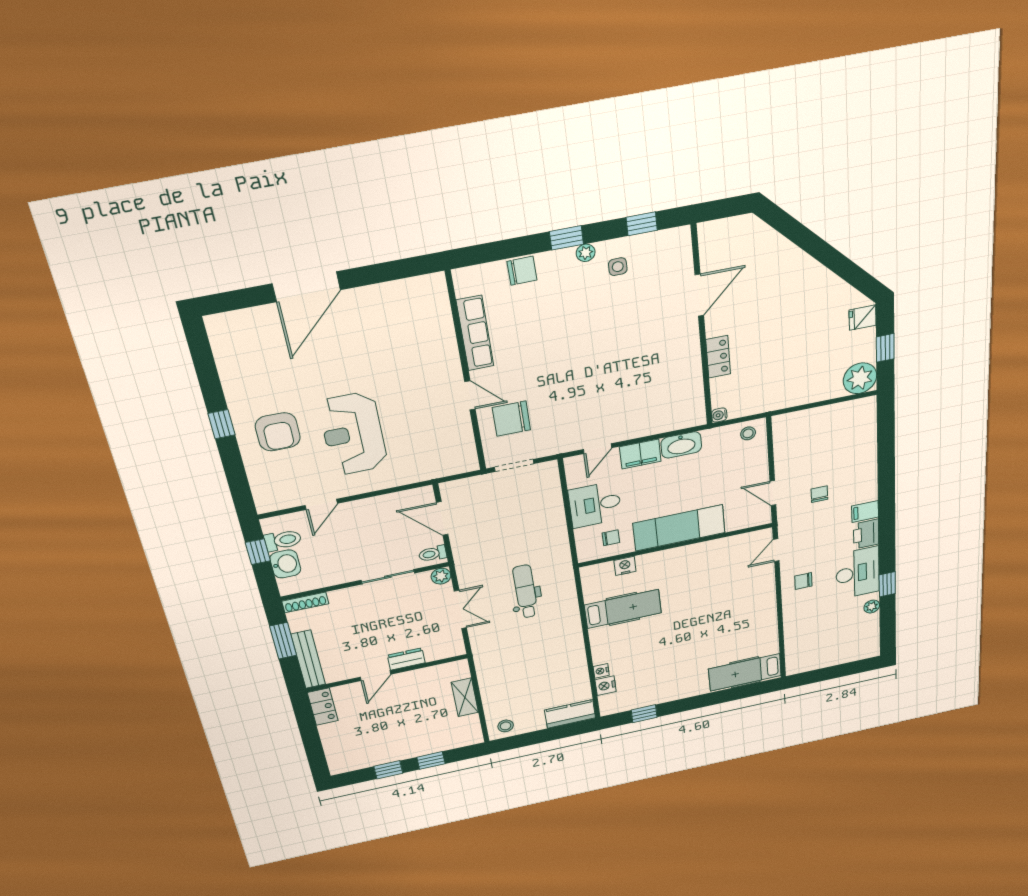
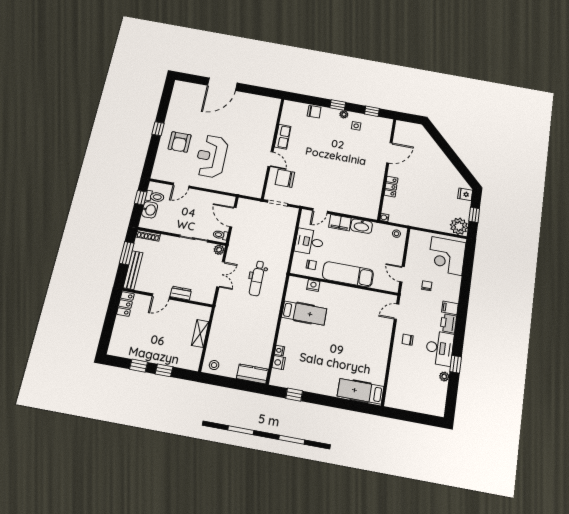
row of seats: (475, 333) -> (283, 137), width x0.68
corner desk: (846, 435) -> (447, 256), added
dental chair: (525, 592) -> (257, 278), turned 180

